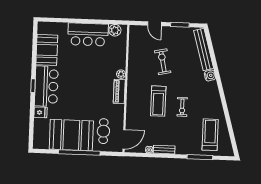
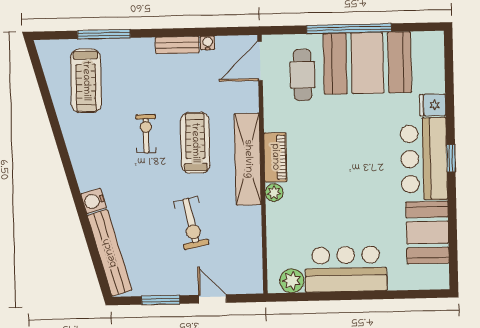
shelving: (133, 91) -> (248, 159), added

